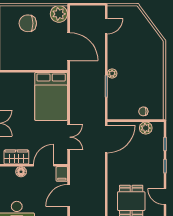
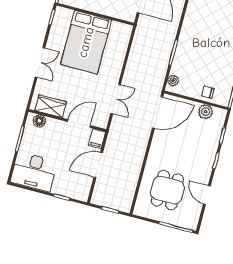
plant: (112, 74) -> (173, 81), moved
bed: (51, 96) -> (86, 42), moved
floor lamp: (21, 172) -> (39, 121), moved

